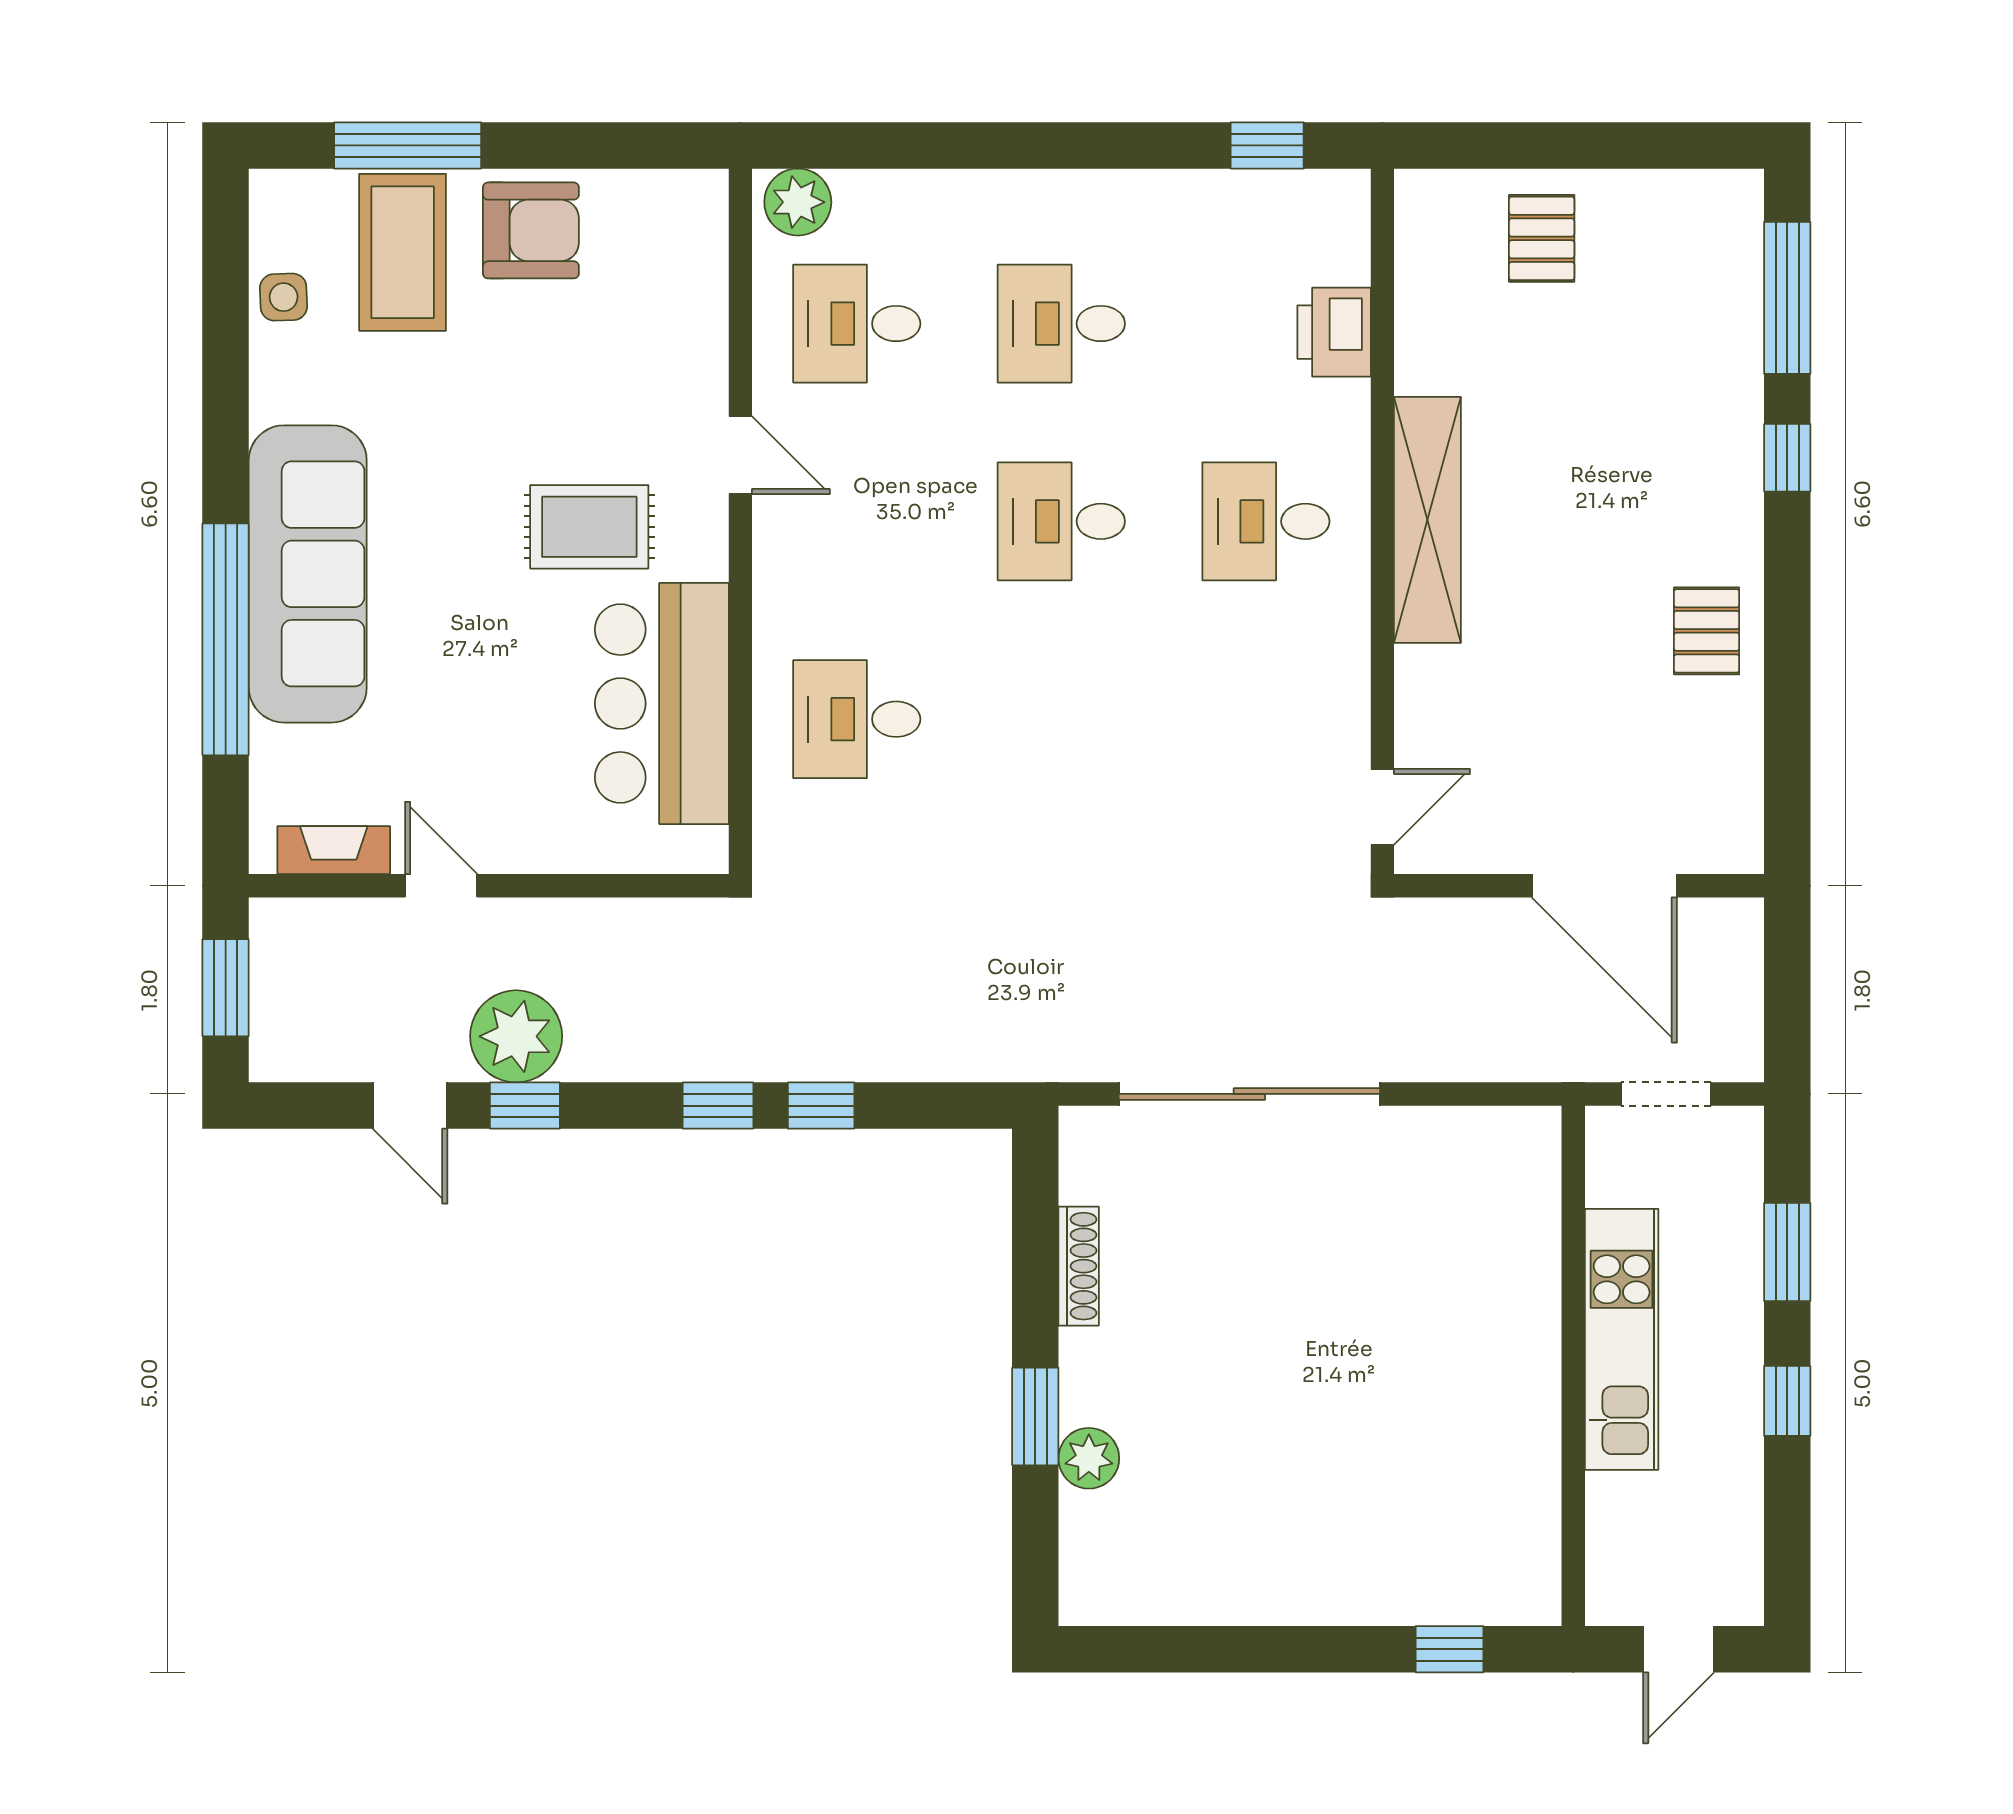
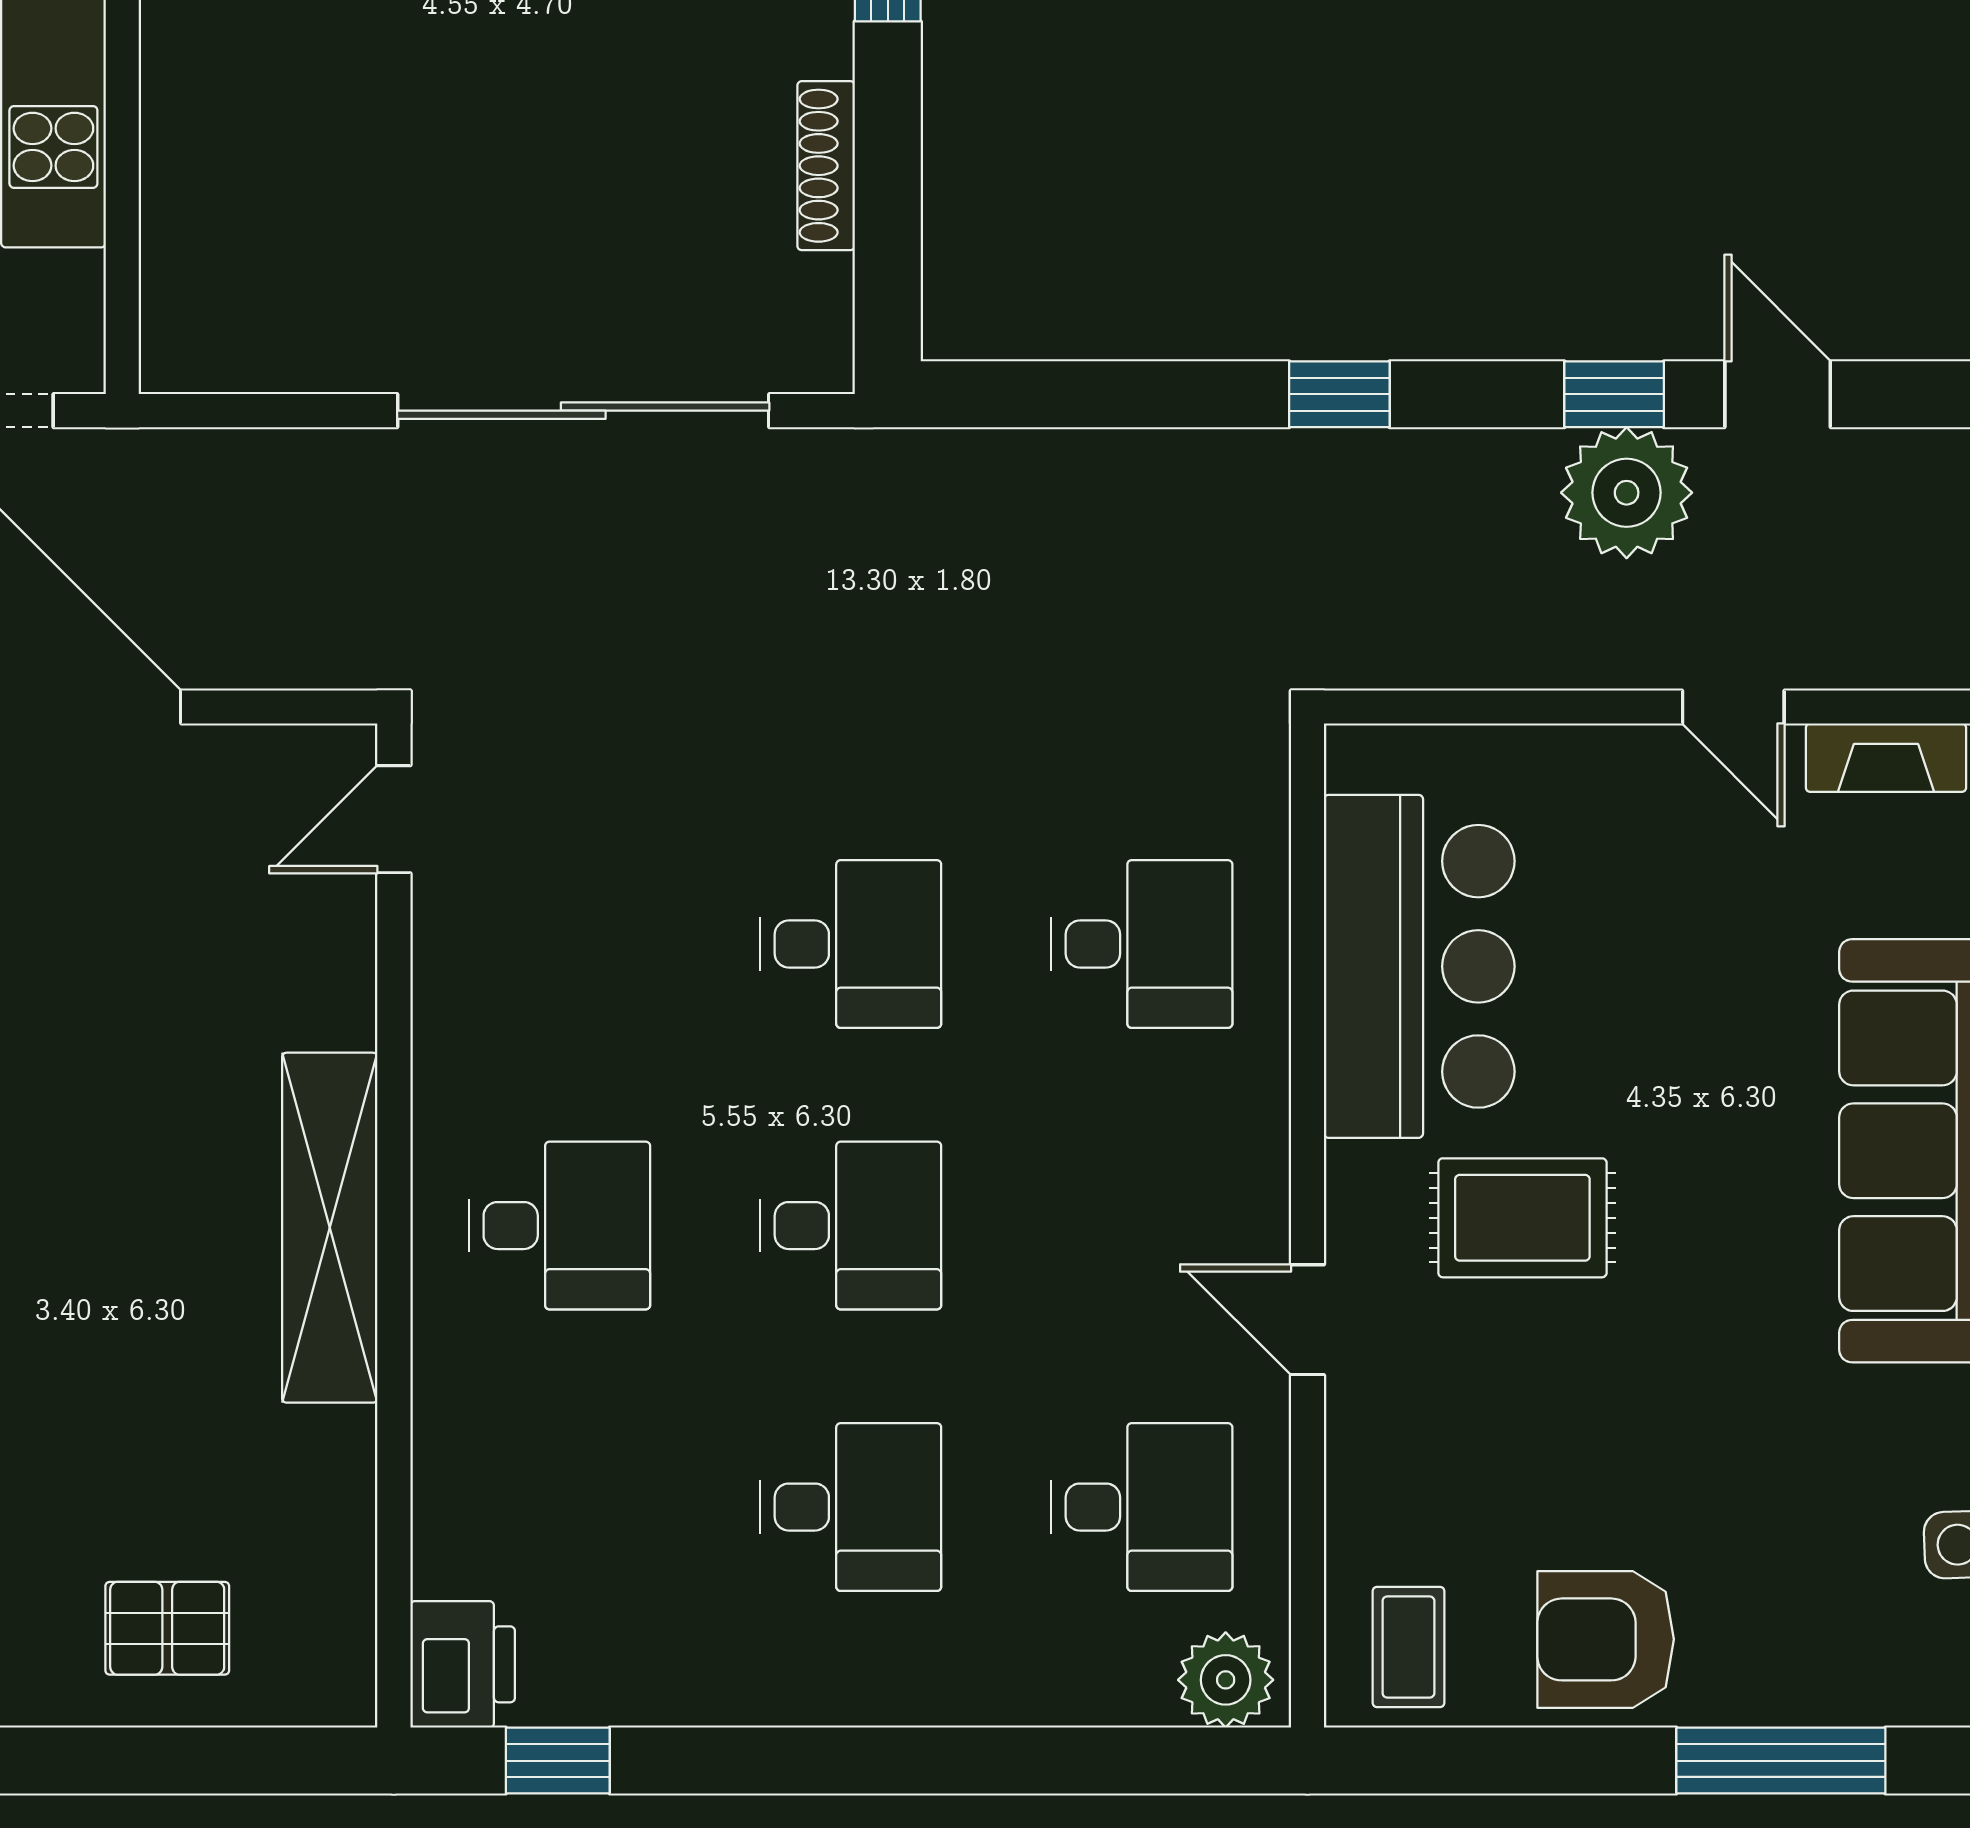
pallet: (1542, 238) -> (167, 1628), turned 90
coffee table: (403, 252) -> (1408, 1647), moved, width x0.54, depth x0.58
printer: (1334, 332) -> (463, 1664), moved
desk: (1061, 719) -> (851, 944), added
window: (821, 1106) -> (1193, 394), removed

